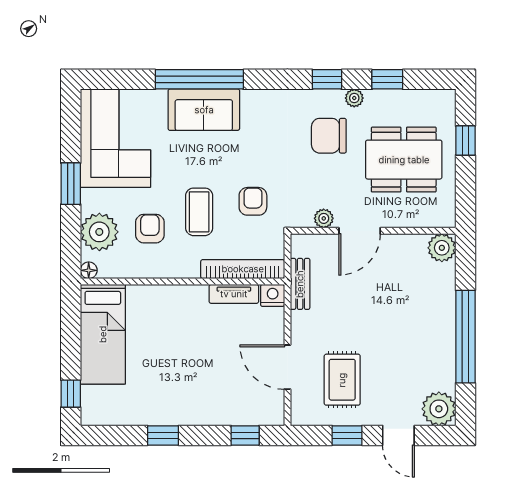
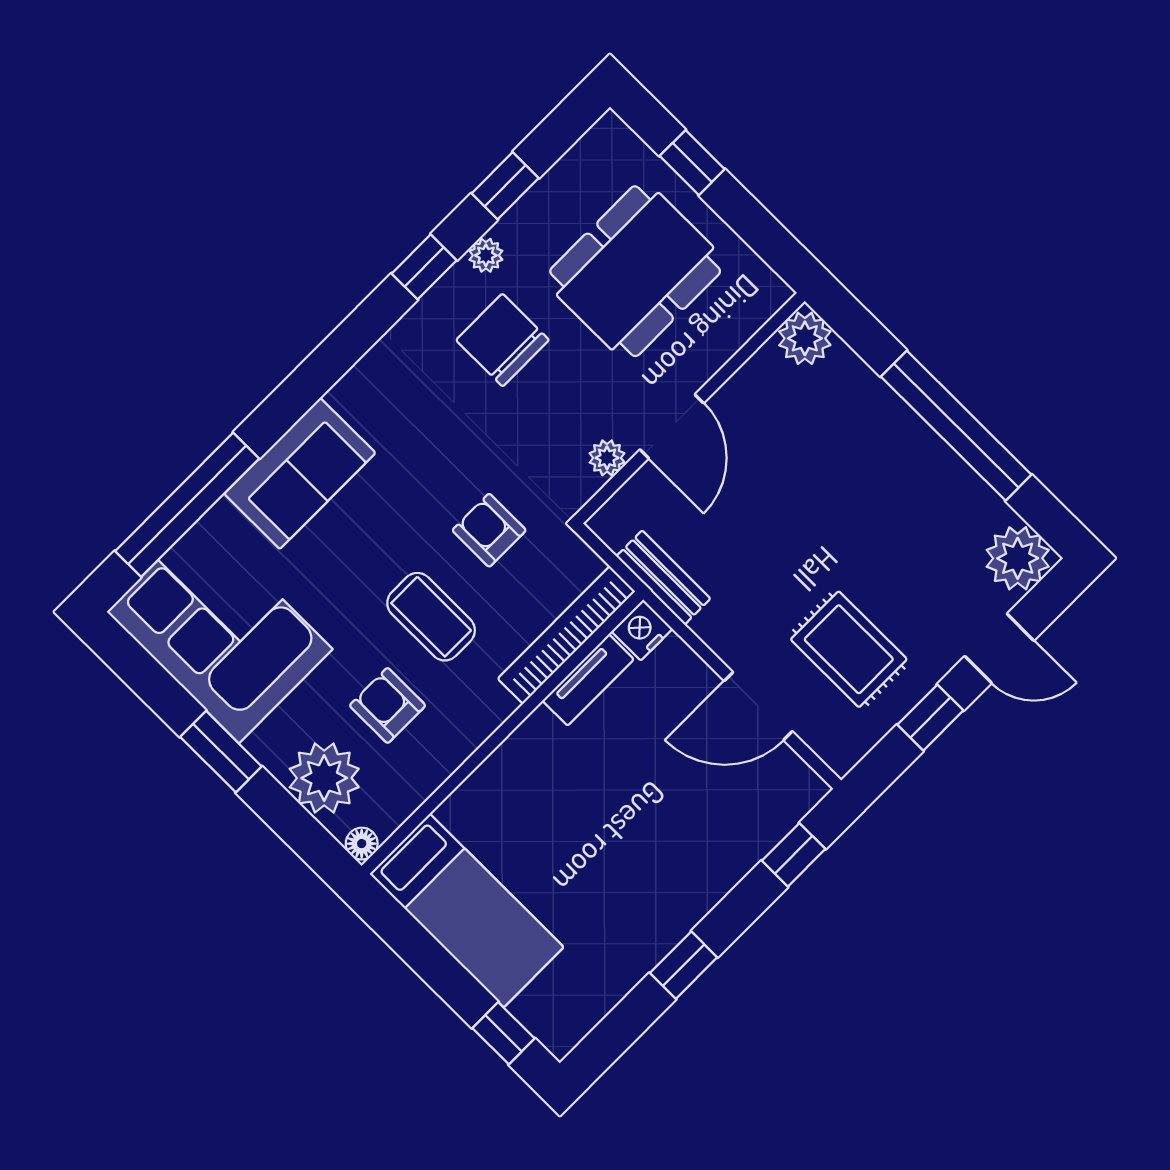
window: (199, 79) -> (187, 505), moved
chair: (329, 136) -> (503, 340), turned 90

